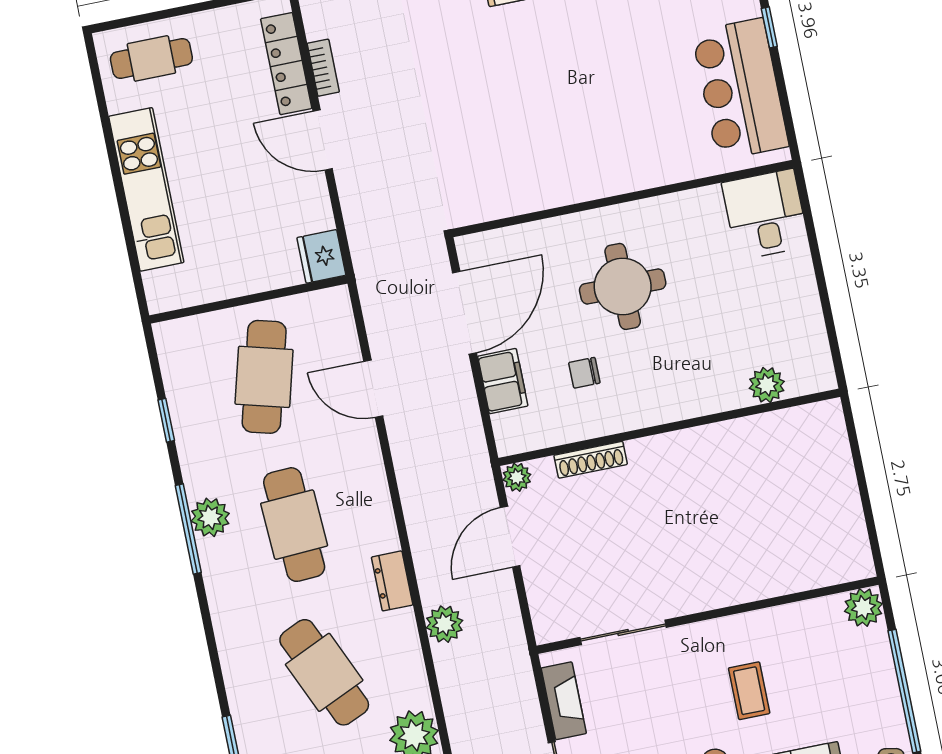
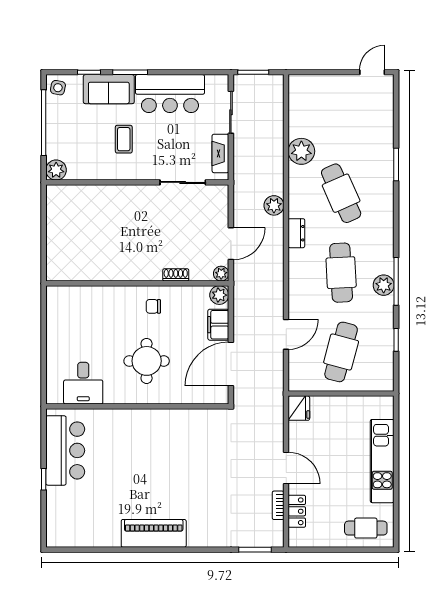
locker: (286, 64) -> (297, 511), width x0.66
desk: (765, 214) -> (83, 383), moved
chair: (584, 373) -> (153, 306), moved, turned 180
plant: (767, 385) -> (219, 295), moved
door: (373, 389) -> (286, 334), hinge flipped
shoe rack: (591, 460) -> (176, 275), width x0.70

